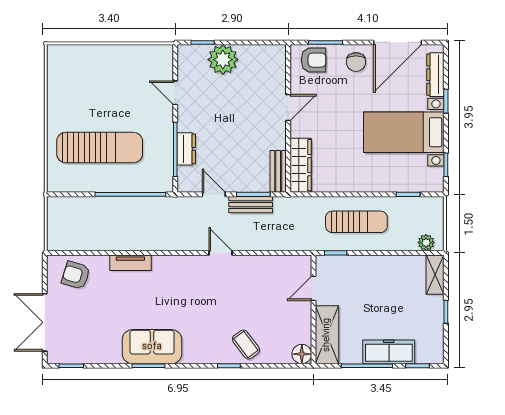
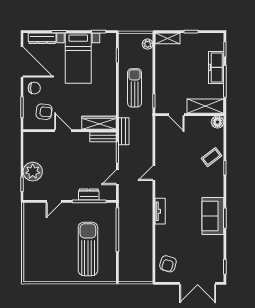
armchair: (314, 60) -> (44, 112), moved, turned 96
bench: (251, 205) -> (124, 131), moved
tv unit: (130, 263) -> (160, 211), moved

